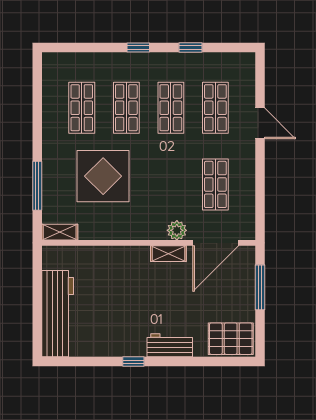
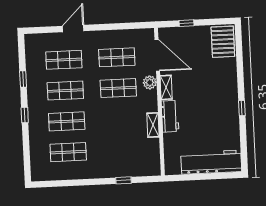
display table: (103, 176) -> (115, 135), removed
shop shelf: (171, 184) -> (118, 88), added
window: (37, 186) -> (124, 180), width x0.46
shelving: (60, 232) -> (153, 125), moved
window: (260, 287) -> (187, 23), width x0.46
workbench: (170, 345) -> (170, 116), moved, turned 180

